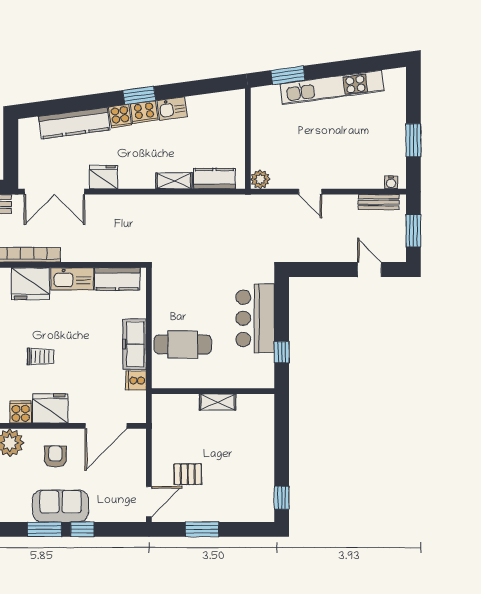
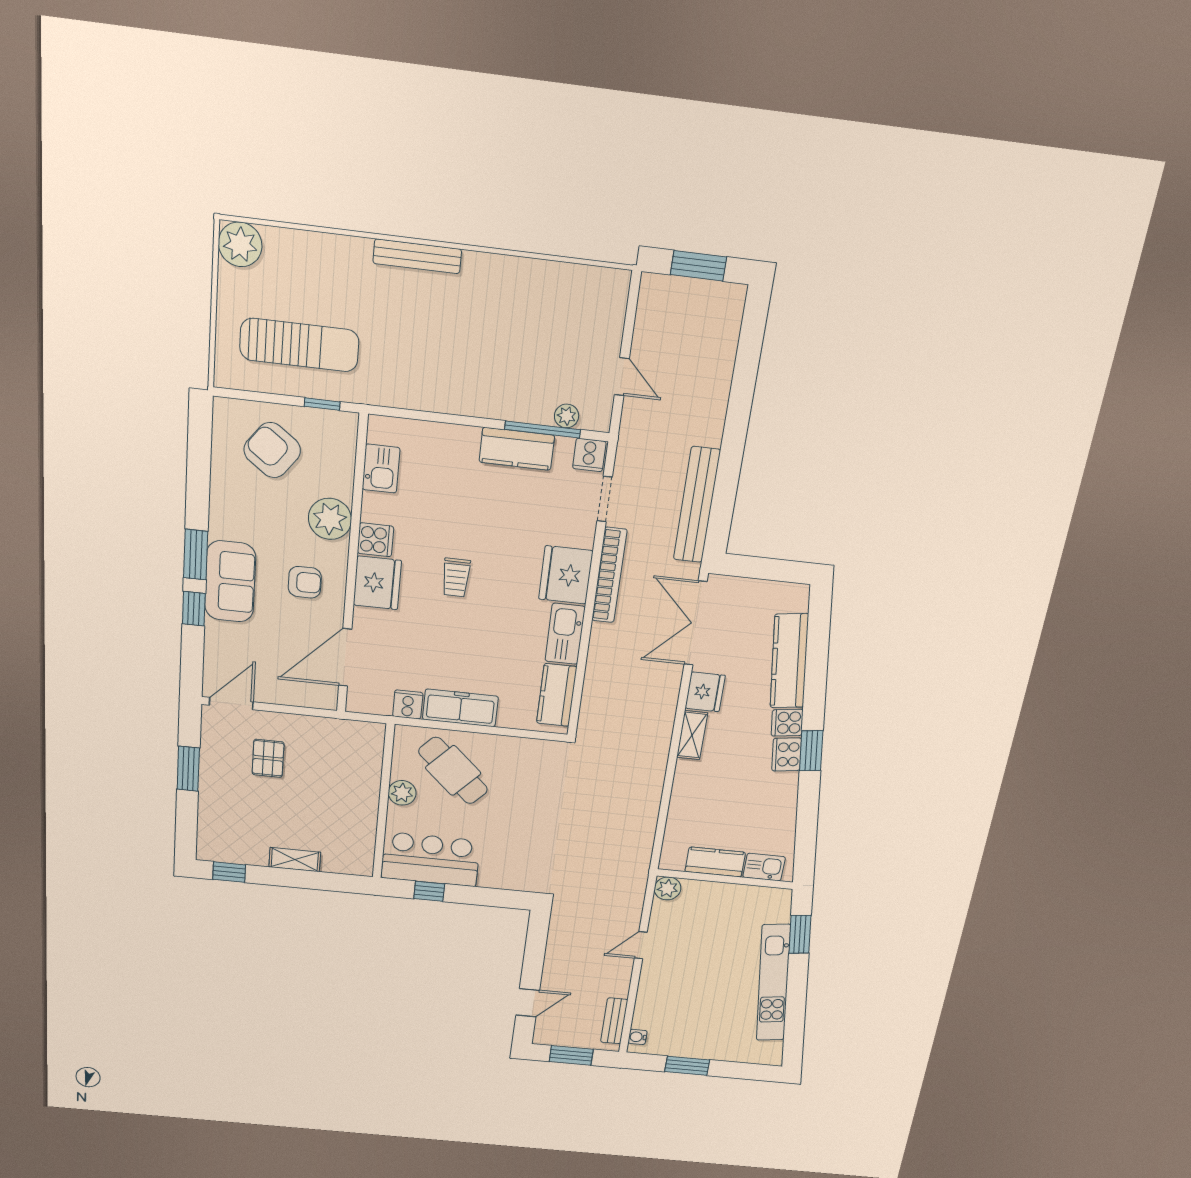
kitchen sink: (172, 109) -> (764, 867), moved, turned 98
kitchen counter: (214, 179) -> (715, 862), moved, turned -90
shelving: (174, 181) -> (692, 735), moved
bar counter: (255, 318) -> (431, 859), moved
cafe table: (183, 344) -> (453, 771), turned -47
plant: (204, 379) -> (402, 793), added
shelving: (218, 402) -> (295, 860), moved, turned 90
door: (106, 426) -> (345, 657), hinge flipped
door: (149, 502) -> (231, 704), swing flipped

